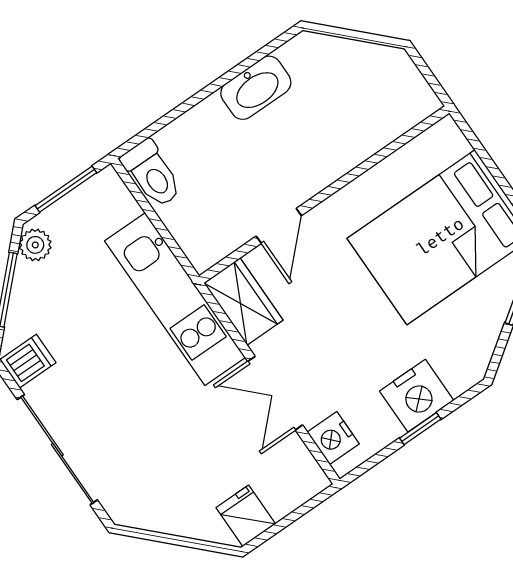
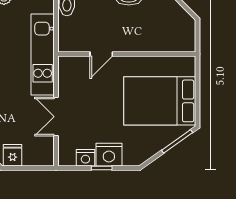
wardrobe: (243, 302) -> (68, 73), removed
nightstand: (333, 438) -> (85, 158), moved, turned -90

